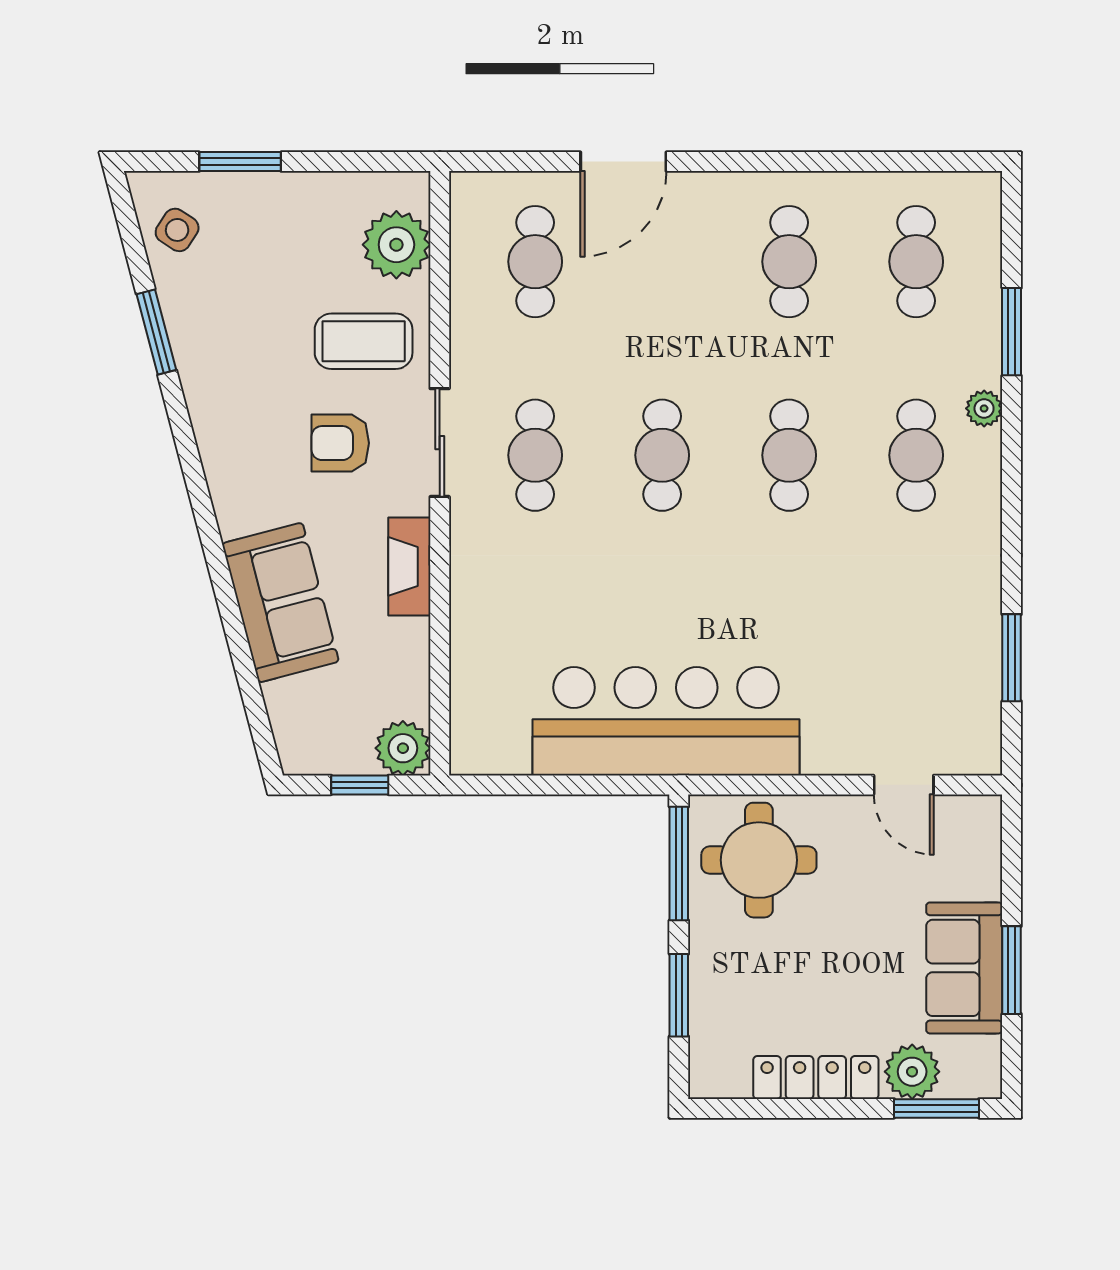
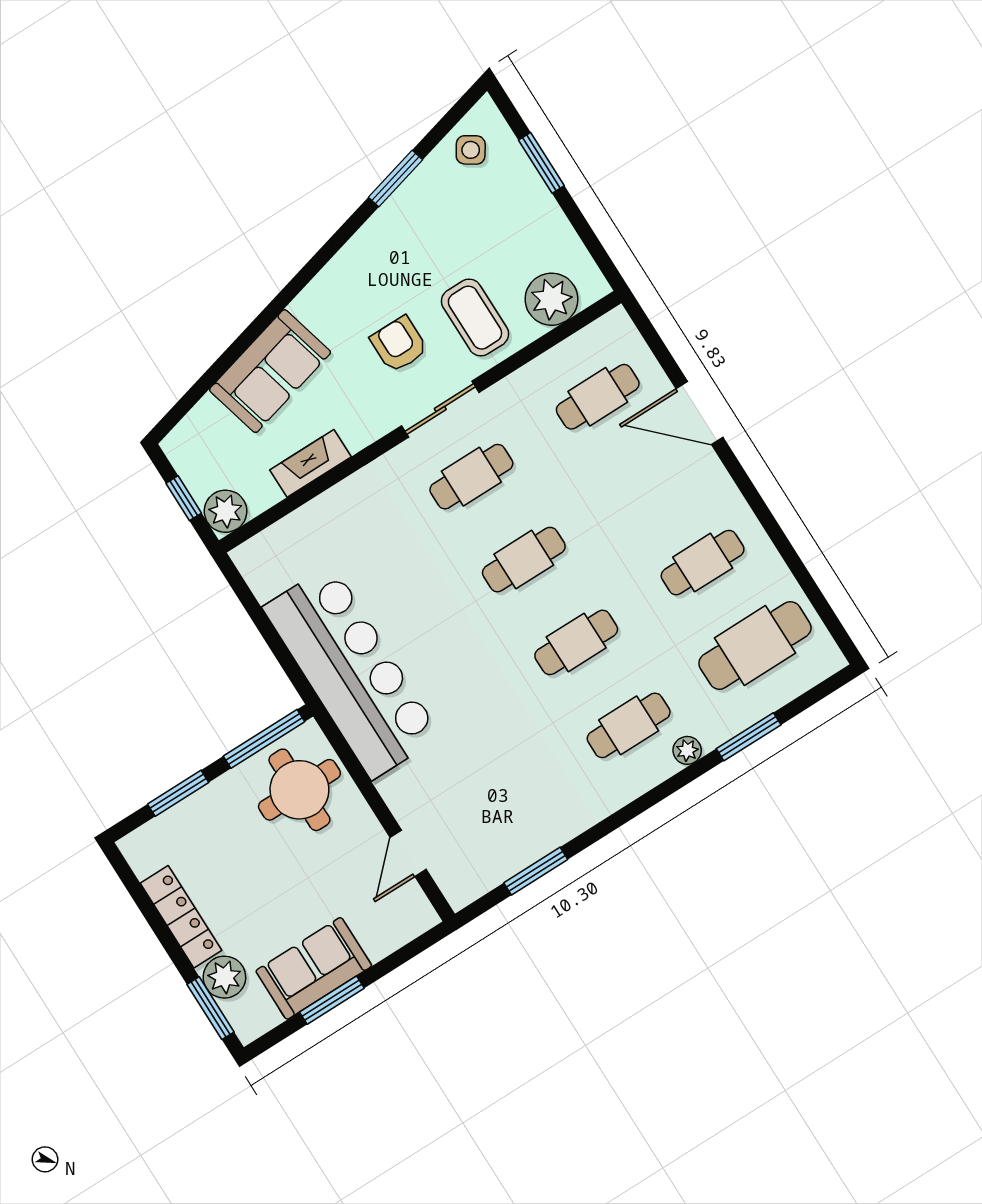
cafe table: (916, 262) -> (755, 645), width x1.37, depth x1.35
fireplace: (409, 566) -> (311, 463), moved

